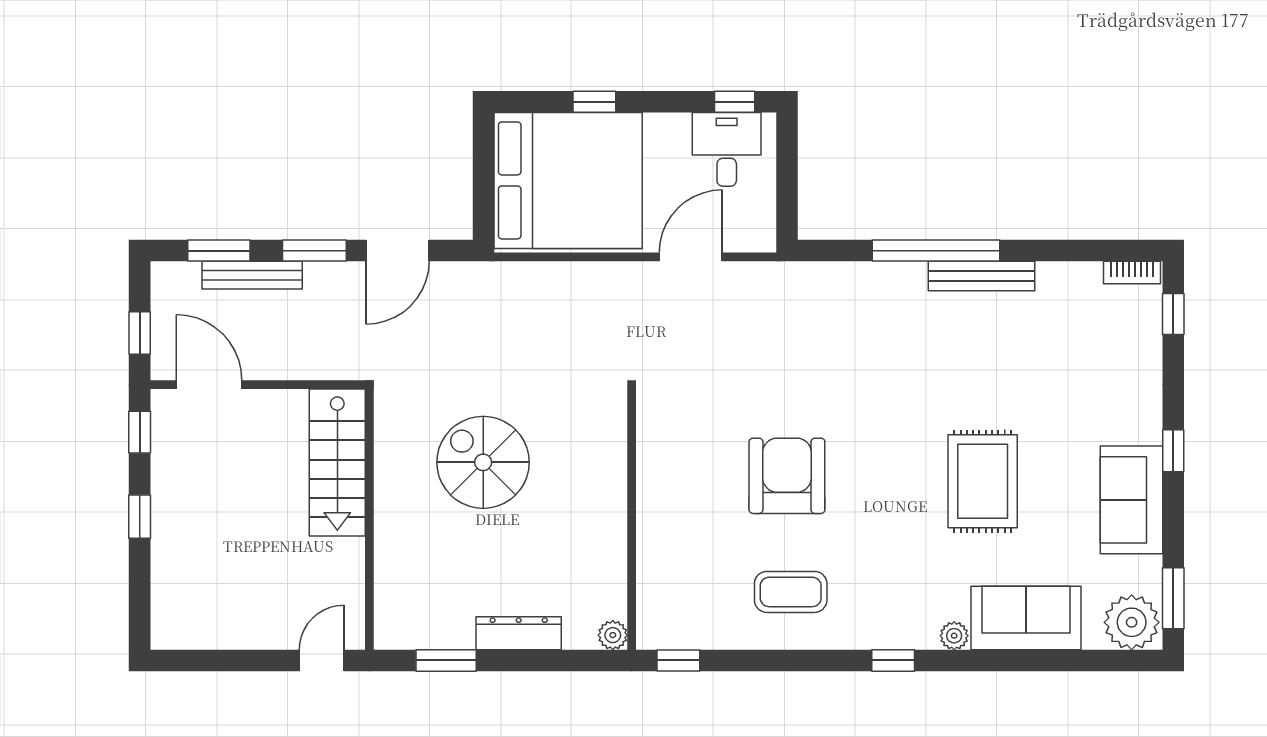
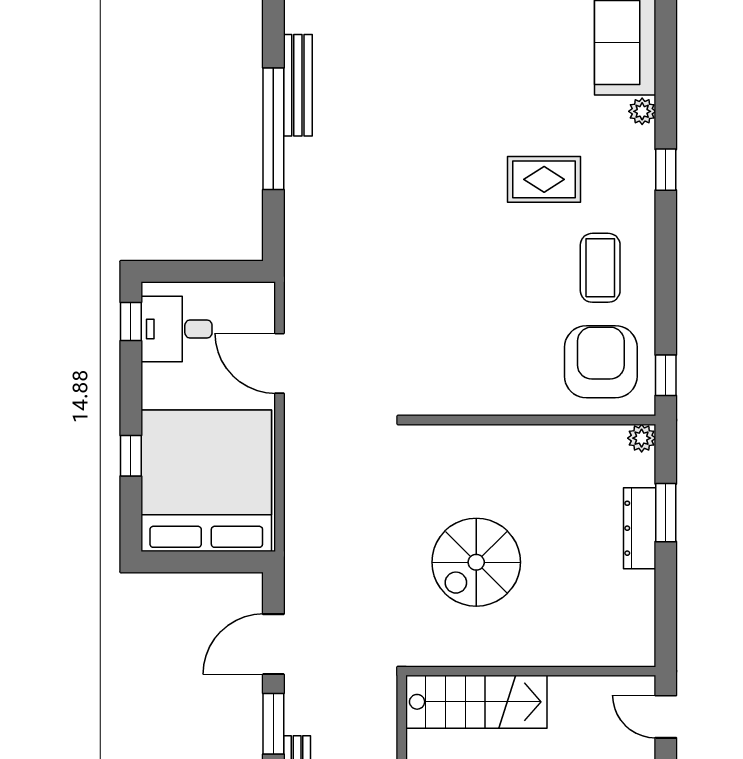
door: (397, 251) -> (273, 644), swing flipped
armchair: (787, 476) -> (601, 362), moved, turned 90
rug: (983, 481) -> (544, 179), moved, width x0.73, depth x0.70
window: (446, 660) -> (666, 513), moved

